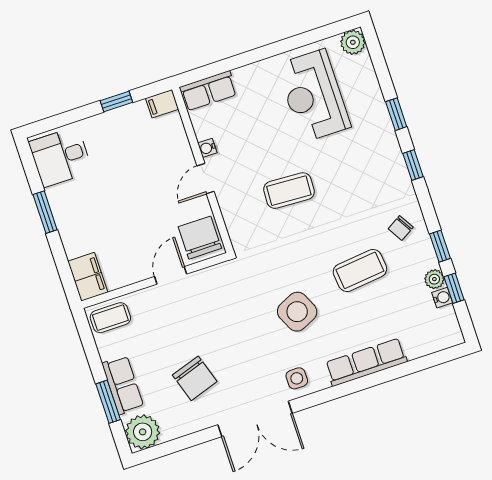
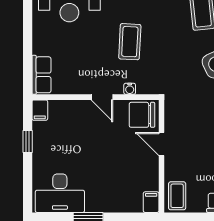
water cooler: (207, 148) -> (130, 89), moved
desk: (61, 157) -> (60, 193), width x1.37
filing cabinet: (88, 277) -> (151, 202), width x0.50

